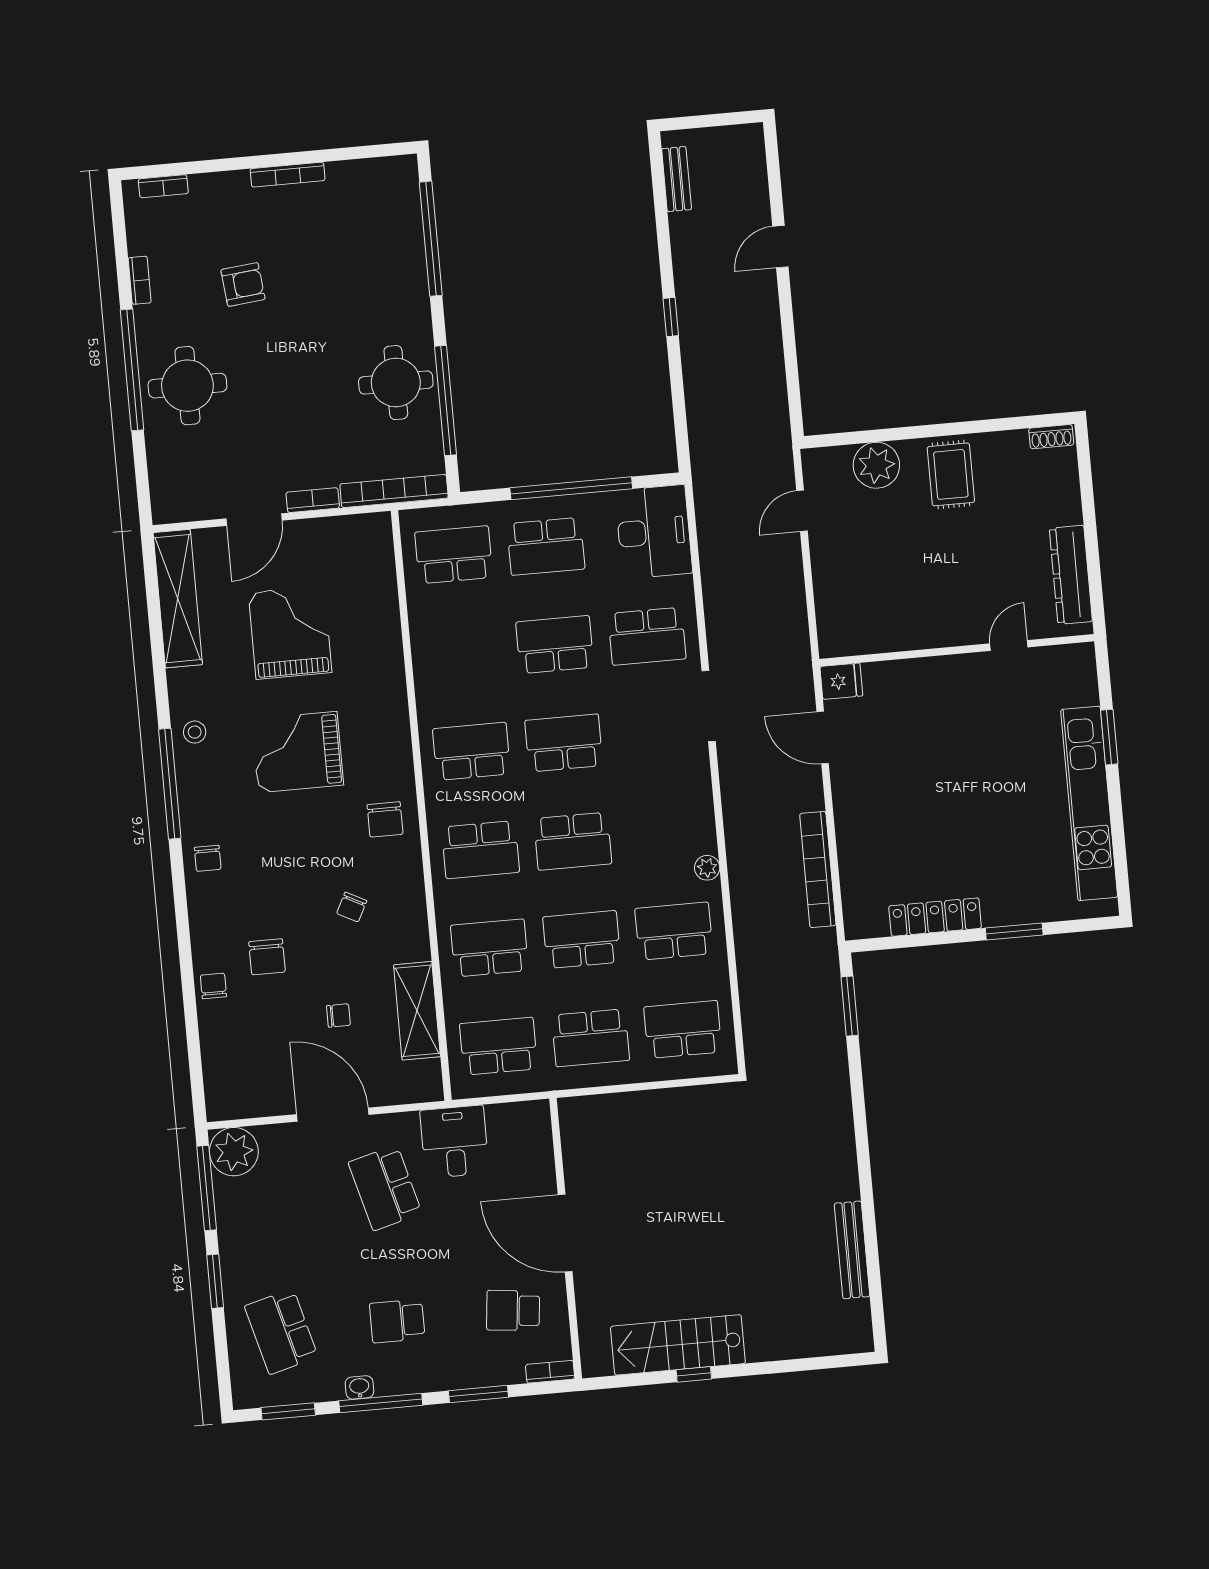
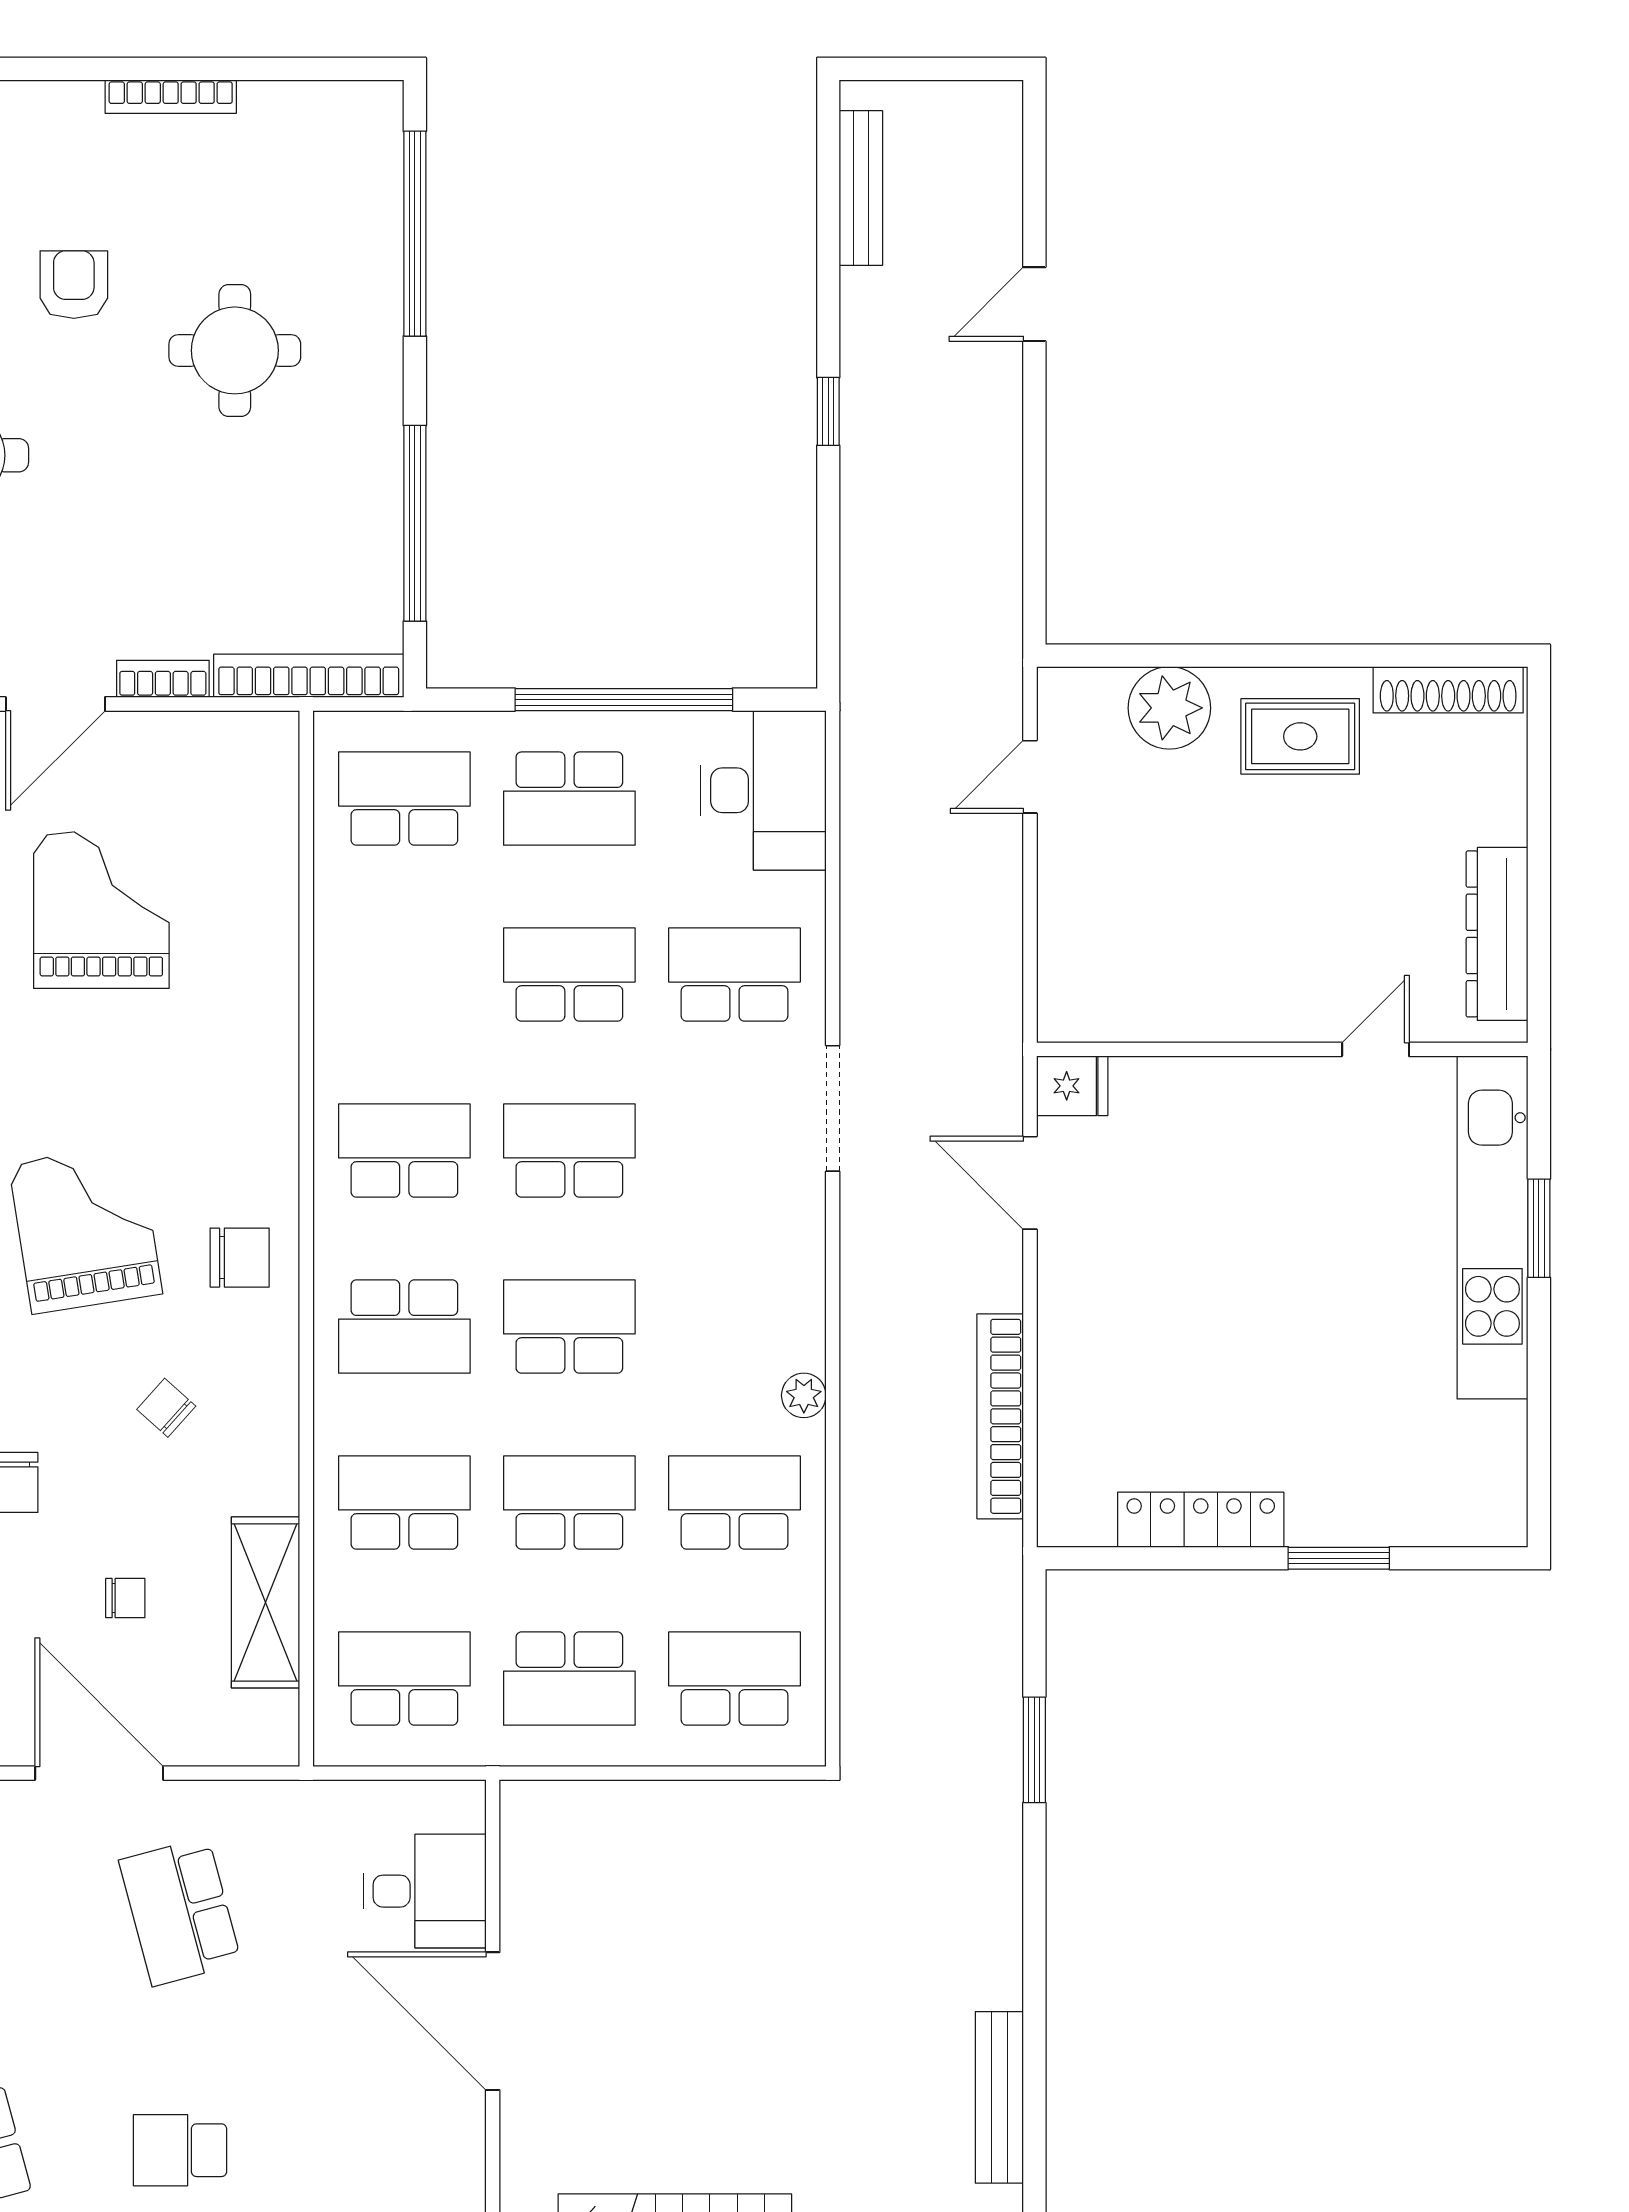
bench: (677, 179) -> (861, 188), width x1.36
armchair: (243, 284) -> (74, 285), turned -84
round table: (396, 383) -> (235, 350), moved
shoe rack: (1051, 437) -> (1448, 690), width x1.94, depth x1.24
rug: (951, 474) -> (1300, 736), turned 90
school desk: (647, 636) -> (735, 975), turned 180
grand piano: (298, 752) -> (85, 1229), moved, turned 81
kitchen unit: (1089, 803) -> (1492, 1227), moved
chair: (385, 819) -> (240, 1258), turned -90
school desk: (573, 841) -> (569, 1327), turned 180
chair: (352, 907) -> (166, 1408), turned 105
window: (850, 1006) -> (1034, 1750), moved
desk: (454, 1142) -> (425, 1891), moved, turned 90
school desk: (513, 1310) -> (388, 2150), removed

